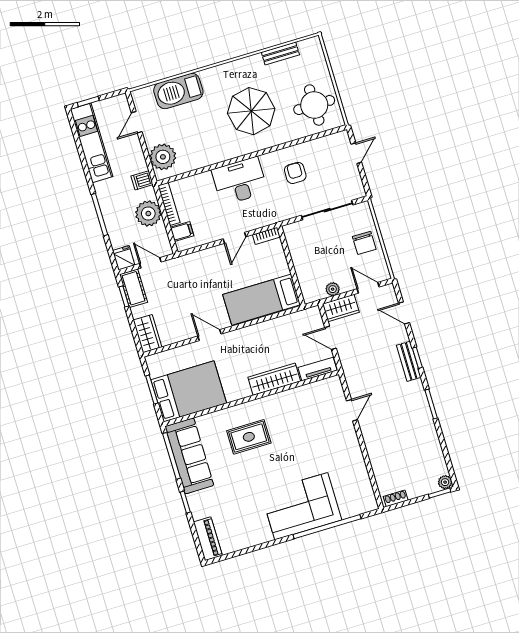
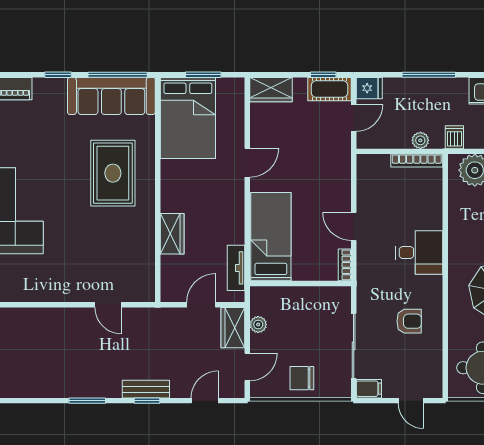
desk: (240, 181) -> (419, 253), width x0.73
plant: (148, 213) -> (420, 140), width x0.53, depth x0.53
filing cabinet: (182, 231) -> (369, 389), moved, turned -90
tv unit: (318, 369) -> (236, 268), moved, turned 180
wardrobe: (274, 379) -> (172, 234), width x0.67
rug: (249, 437) -> (113, 173), width x1.36, depth x1.43

